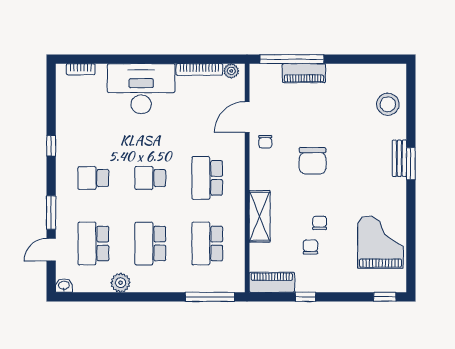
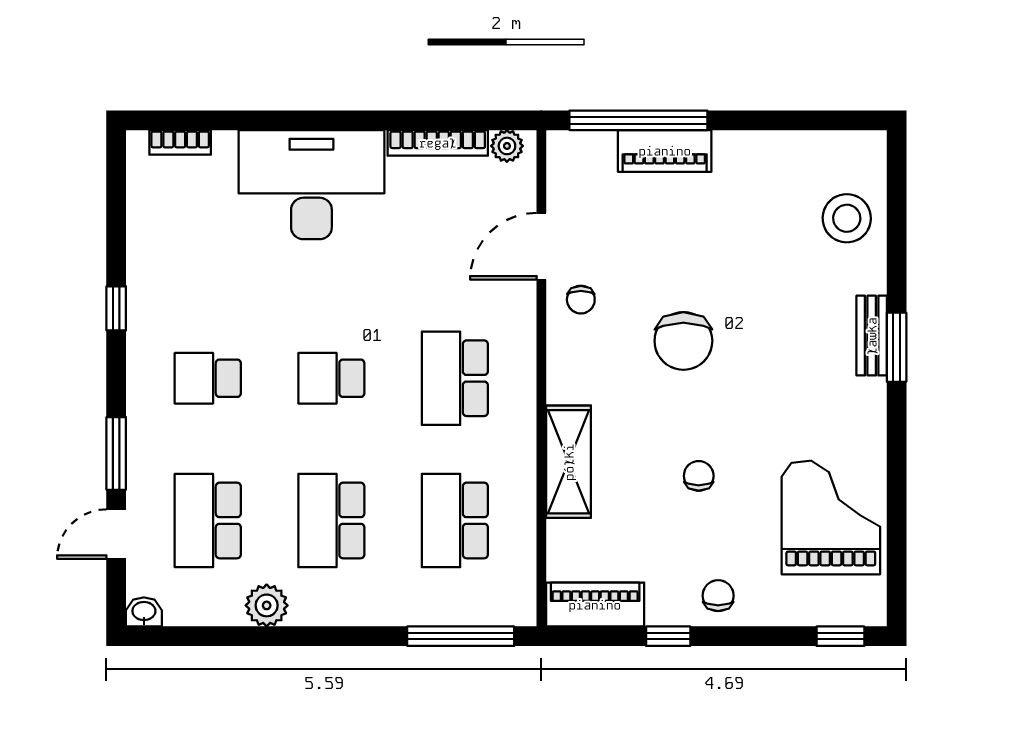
chair: (310, 247) -> (718, 596), moved

